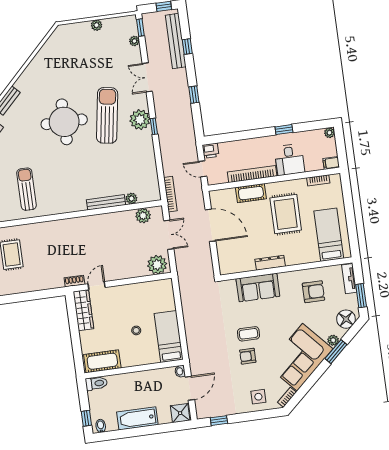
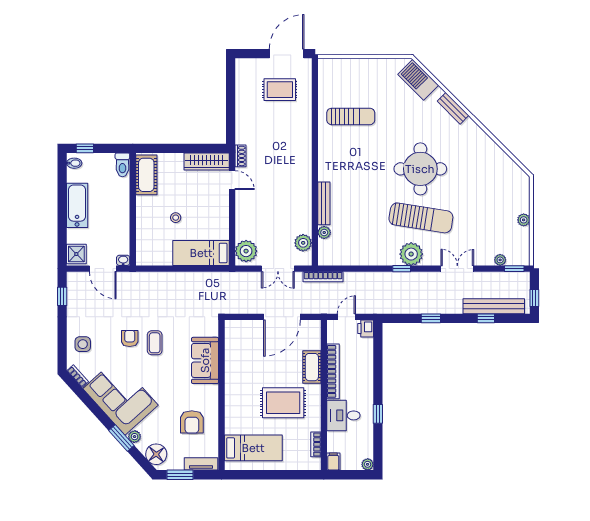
dresser: (270, 263) -> (231, 378), removed
bed: (169, 337) -> (201, 253), moved, turned 180

